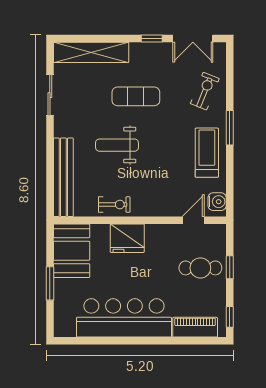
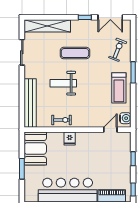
treadmill: (207, 153) -> (119, 88), turned 180
fridge: (127, 238) -> (70, 139), width x0.53, depth x0.75
cafe table: (200, 268) -> (115, 159), removed

